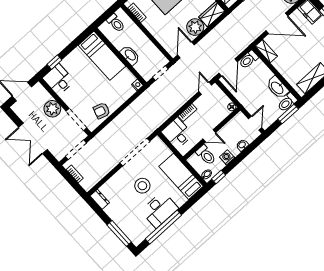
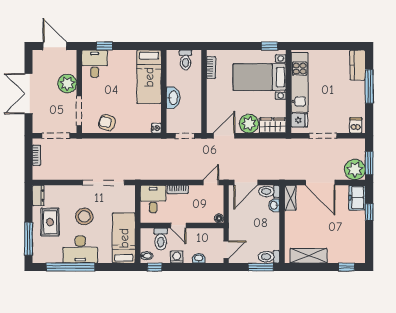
washbasin: (277, 88) -> (274, 205), moved, width x0.52, depth x0.69
rug: (123, 210) -> (50, 222), added

